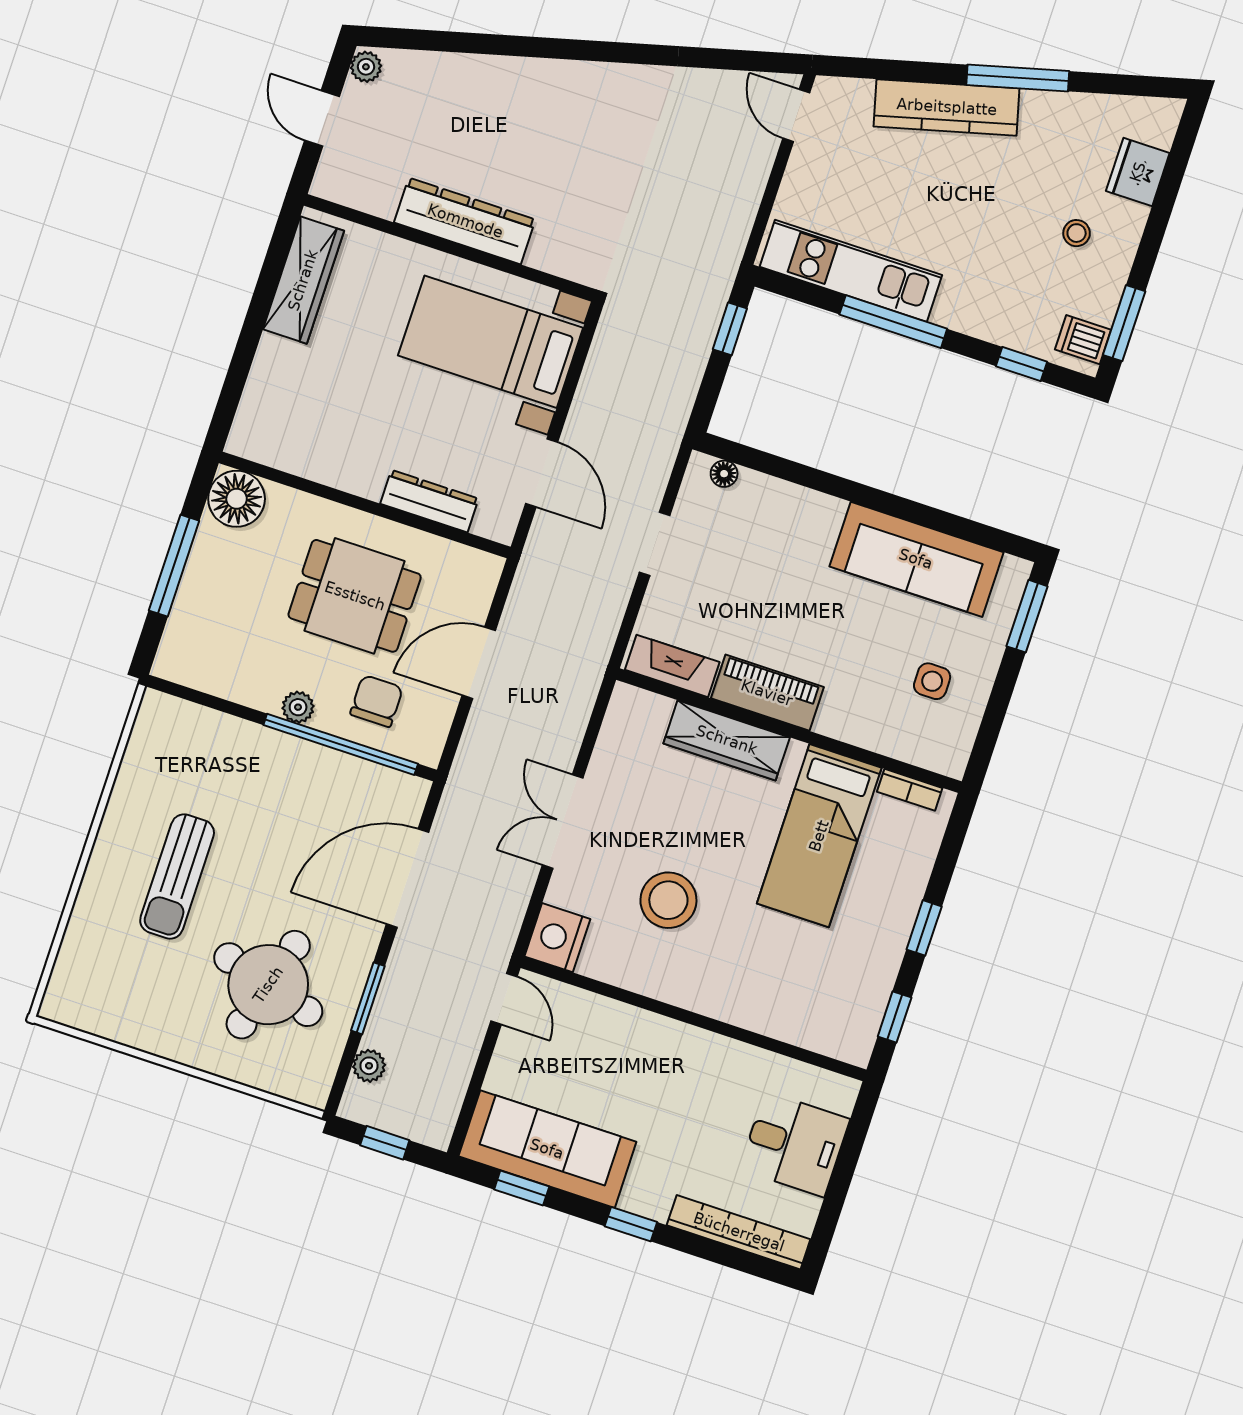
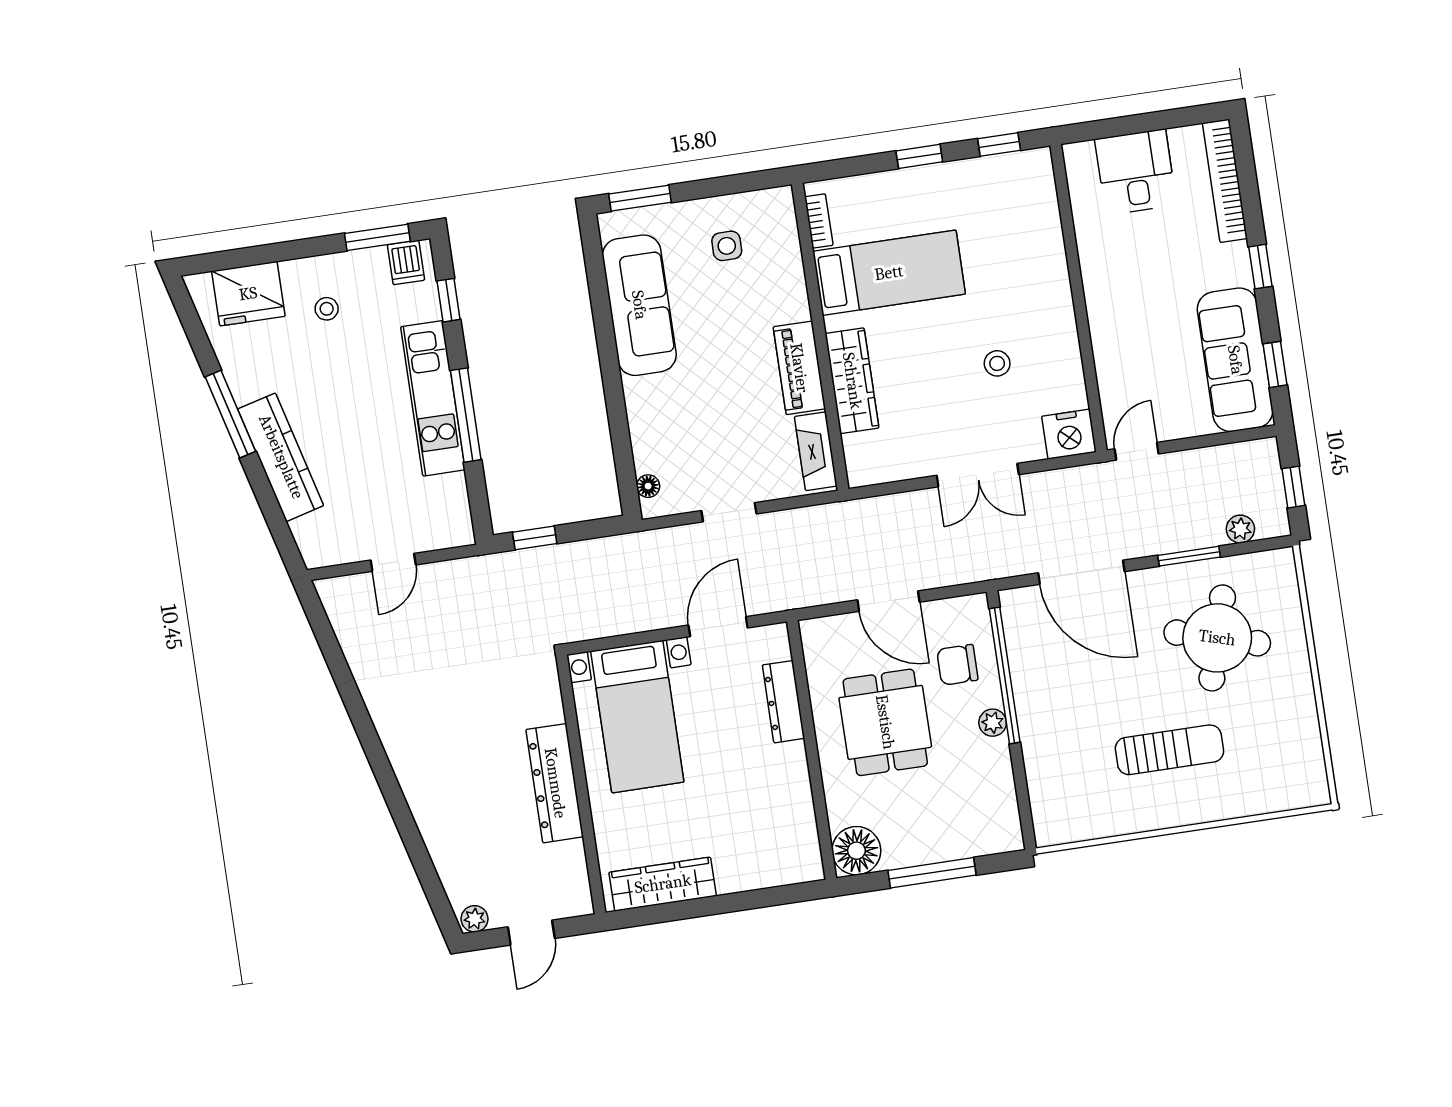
door: (796, 116) -> (393, 562), moved
fridge: (1138, 172) -> (248, 294), width x1.36, depth x1.34
kitchen unit: (851, 271) -> (433, 398), moved
stool: (668, 900) -> (997, 363), width x0.53, depth x0.53

